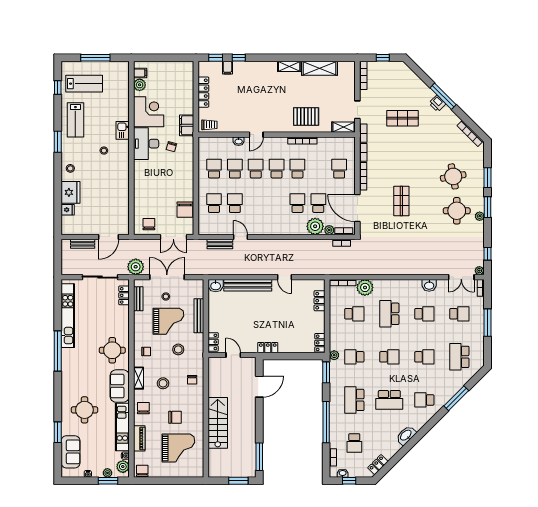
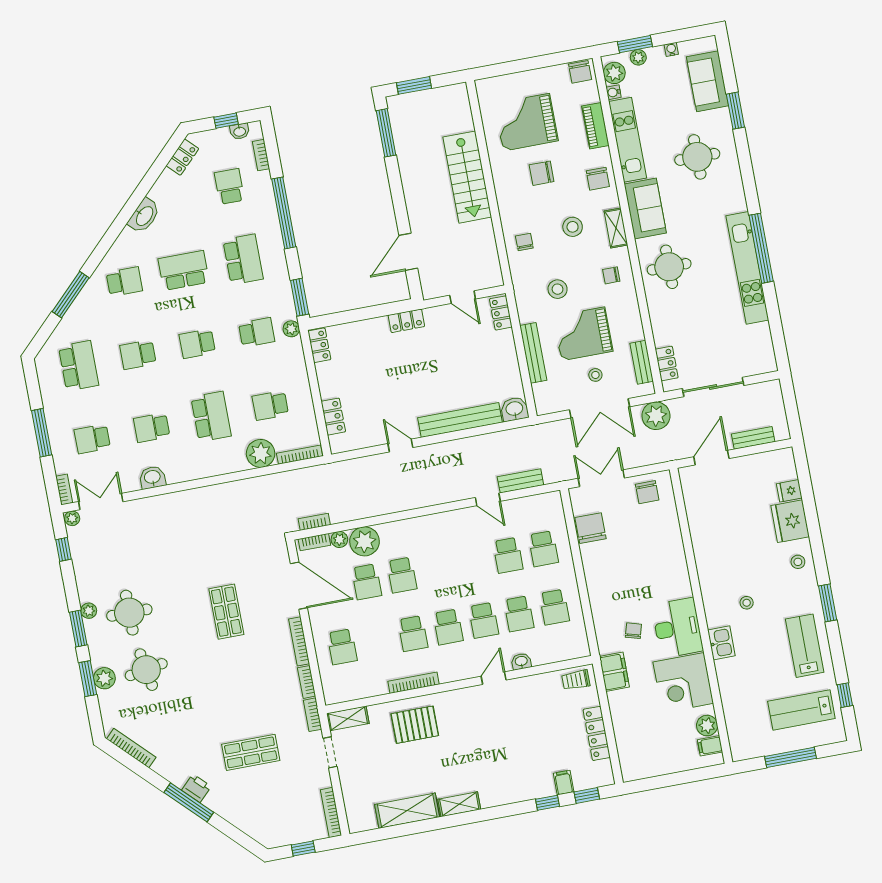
plant: (478, 176) -> (104, 678), added
kitchen unit: (68, 316) -> (747, 268), moved

